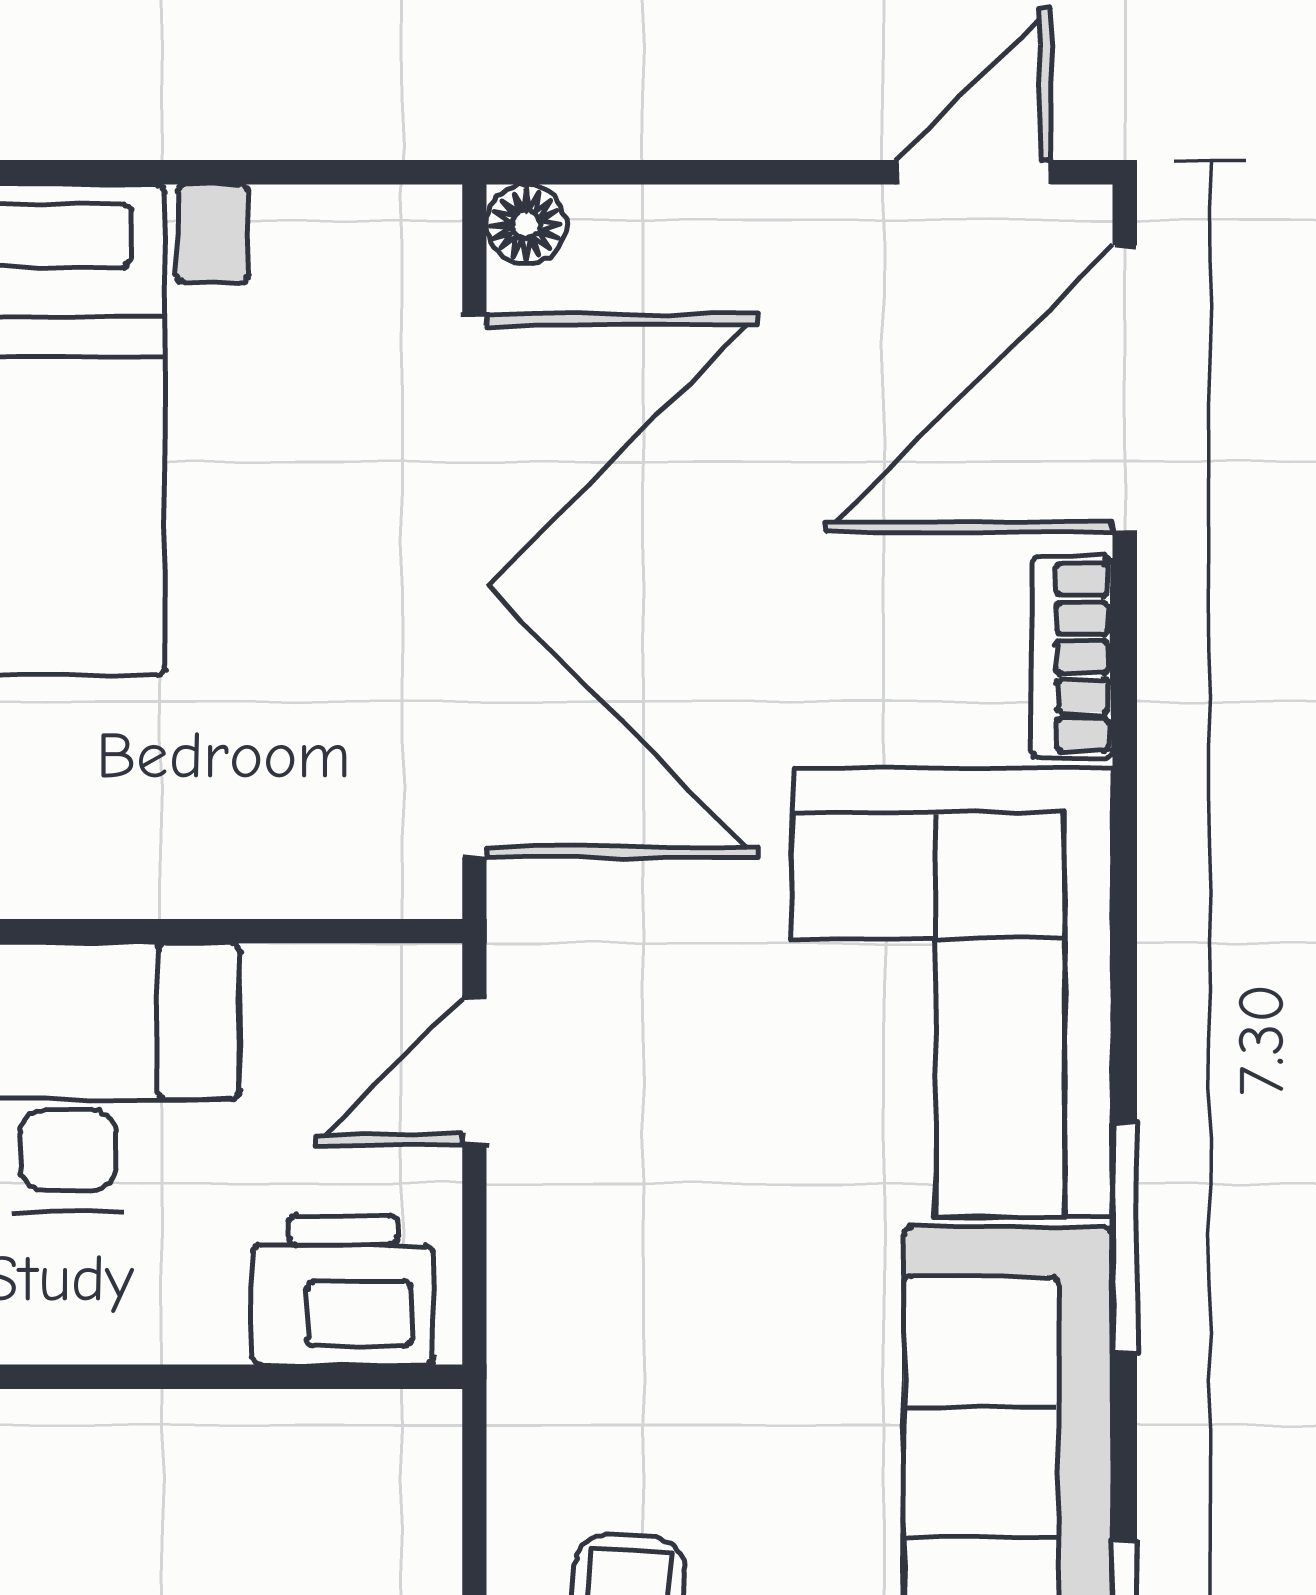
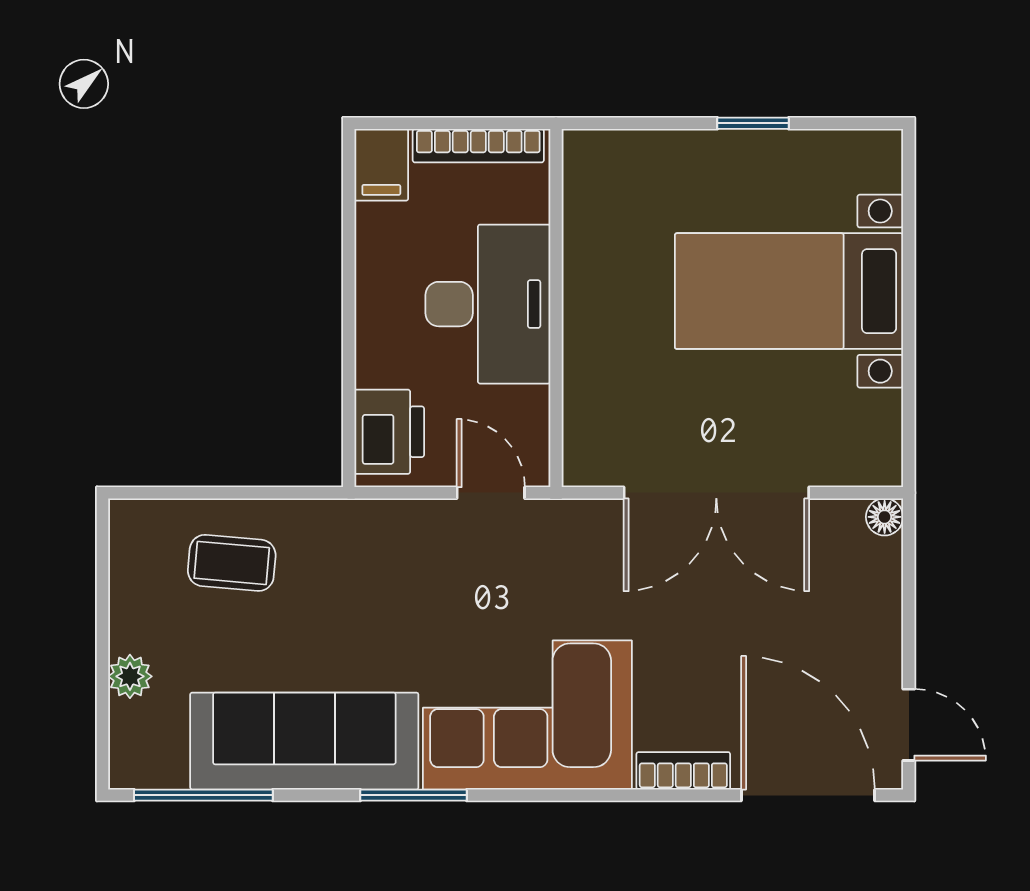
double door: (474, 586) -> (716, 493), width x0.73

